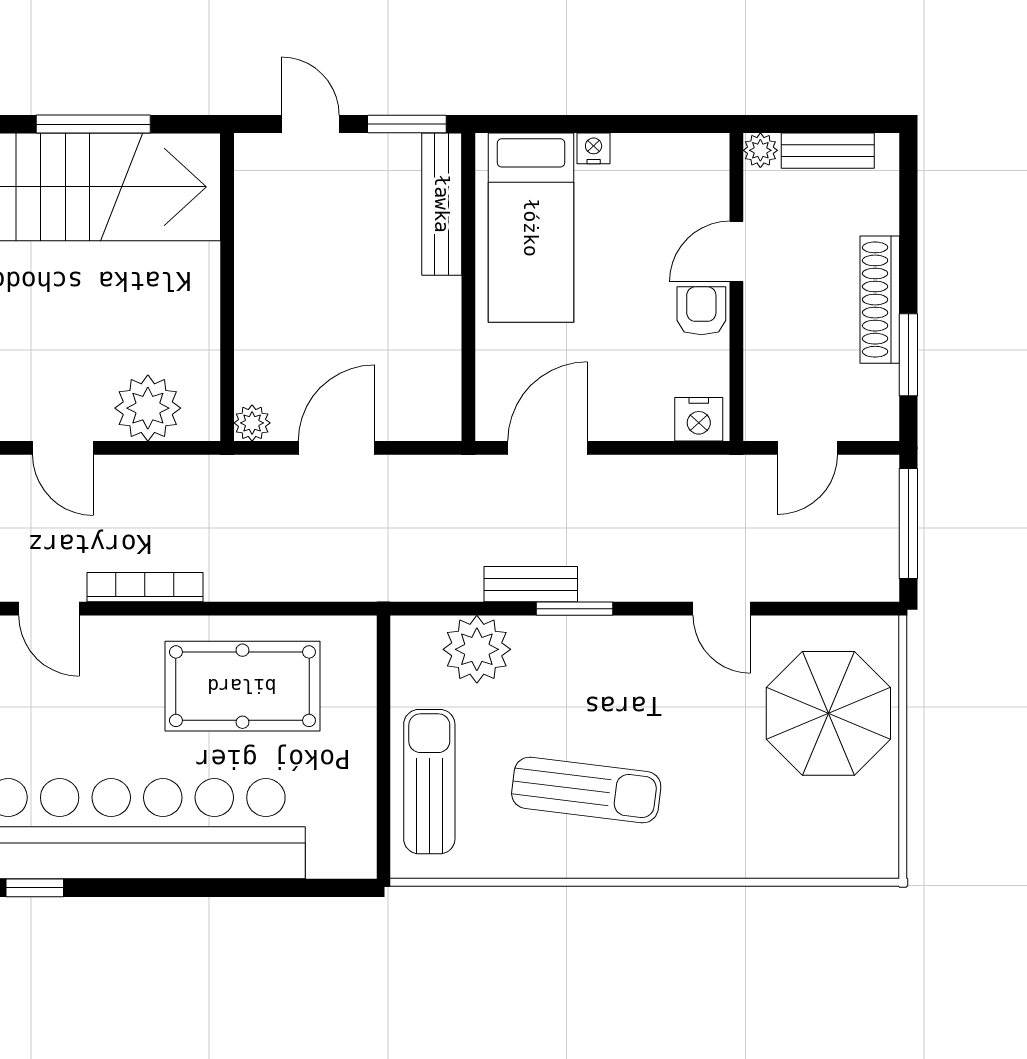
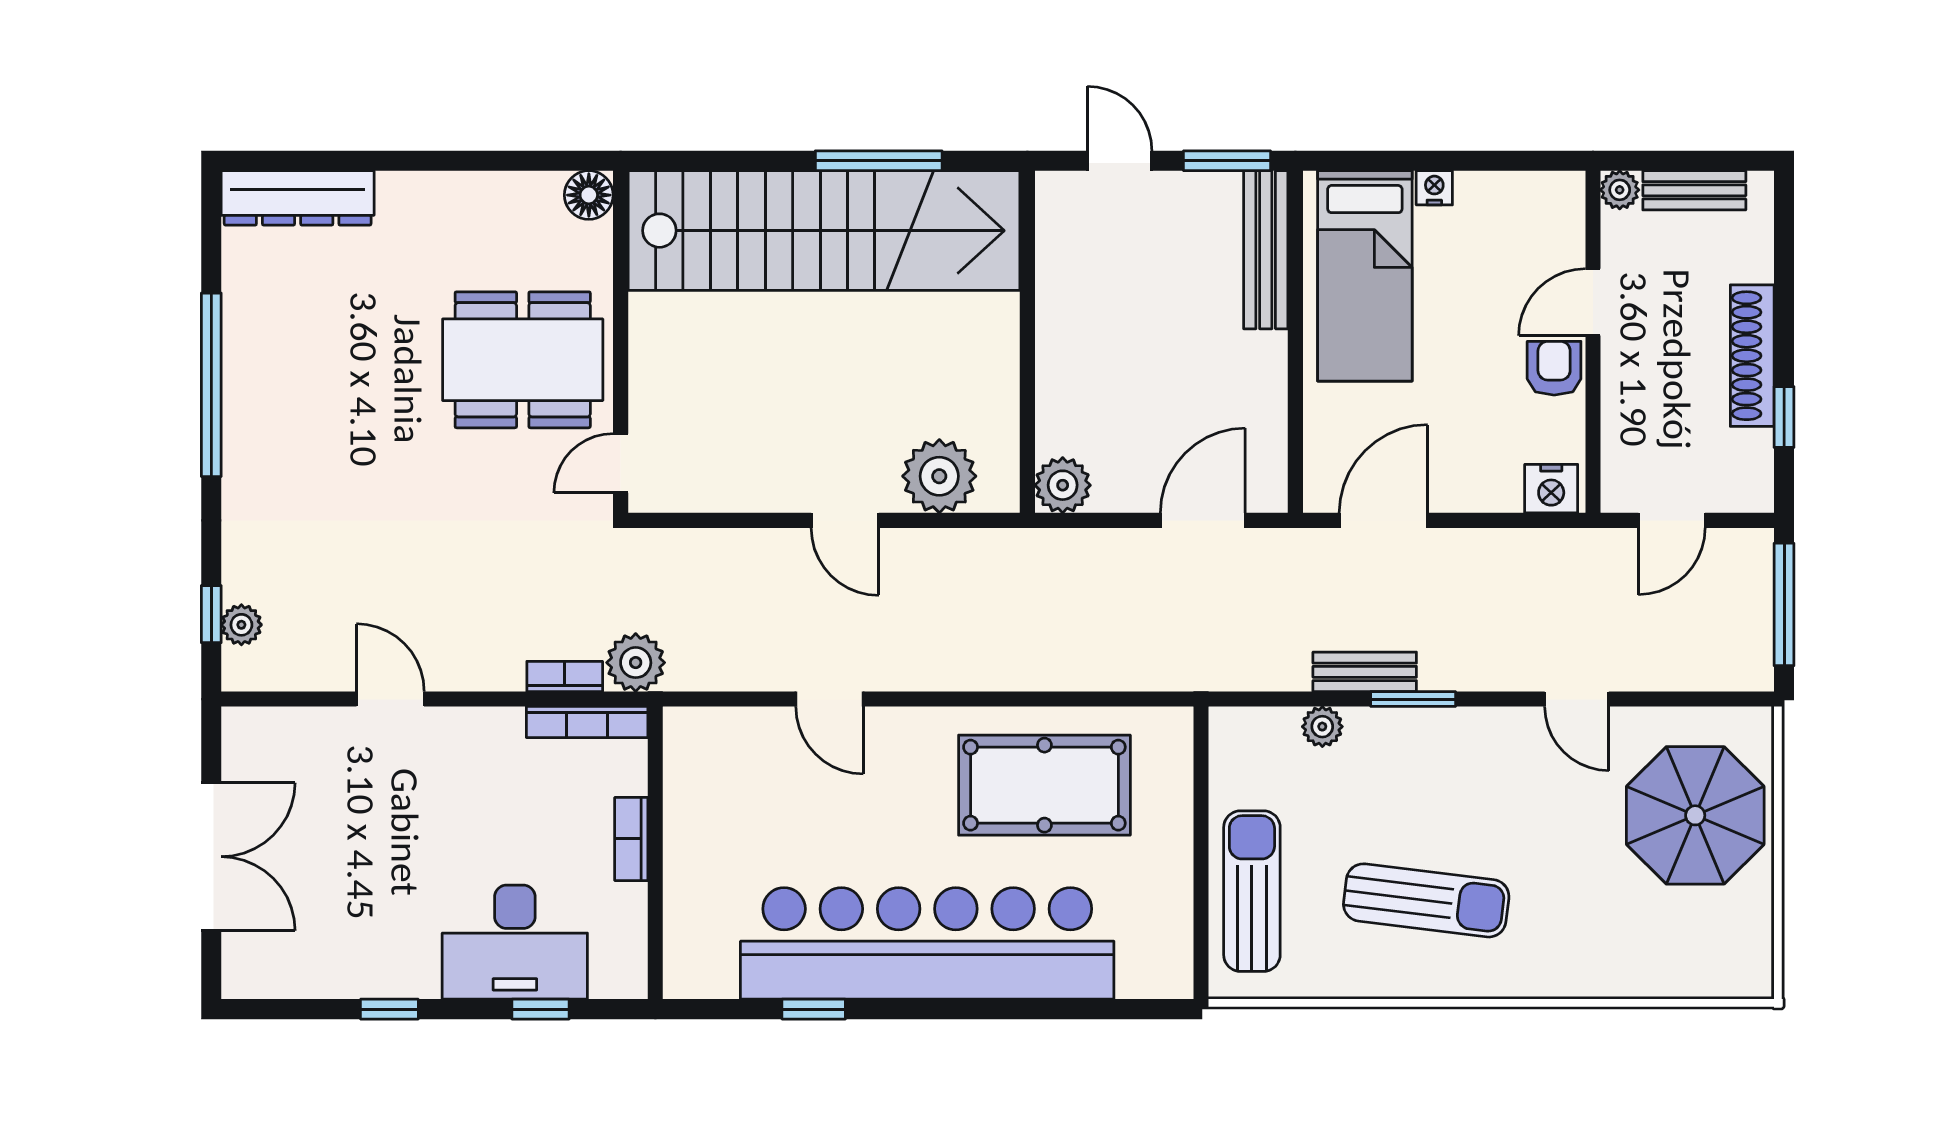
window: (908, 355) -> (1784, 417), width x0.67
plant: (252, 423) -> (1063, 485), width x1.38, depth x1.38
door: (337, 448) -> (1203, 520), moved
bookcase: (145, 587) -> (936, 675), removed
plant: (477, 649) -> (1322, 727), width x0.53, depth x0.53

